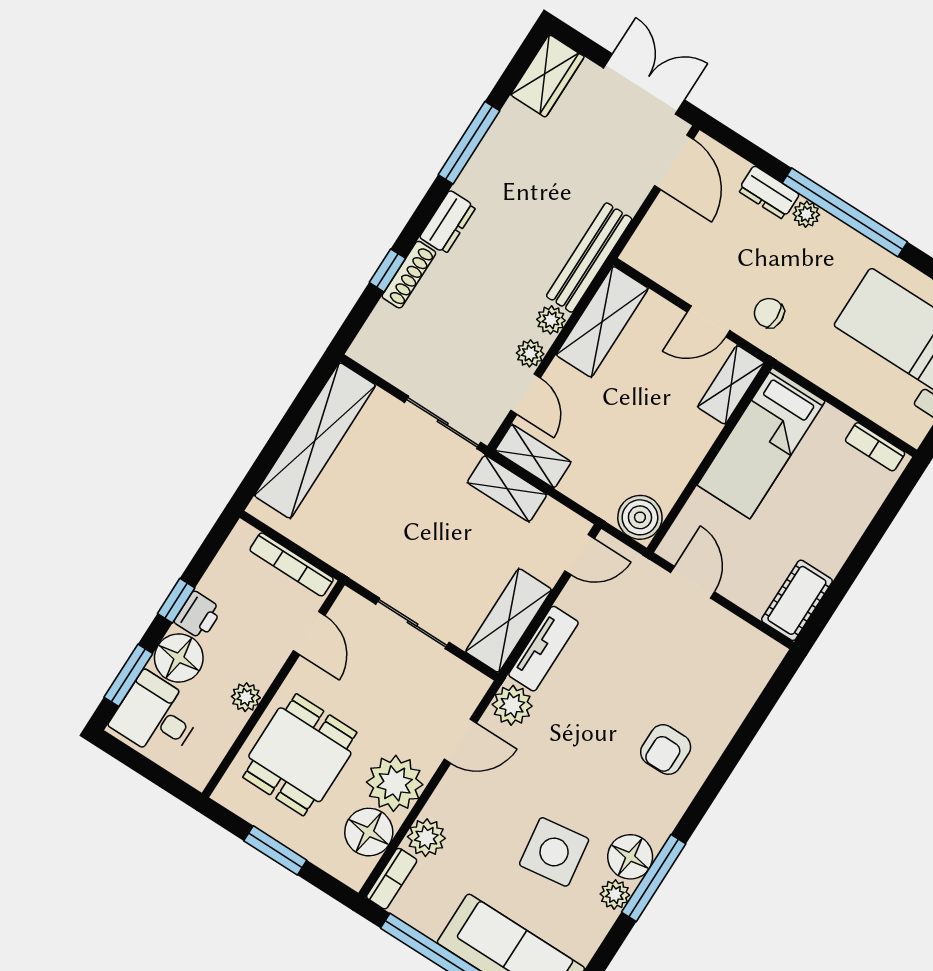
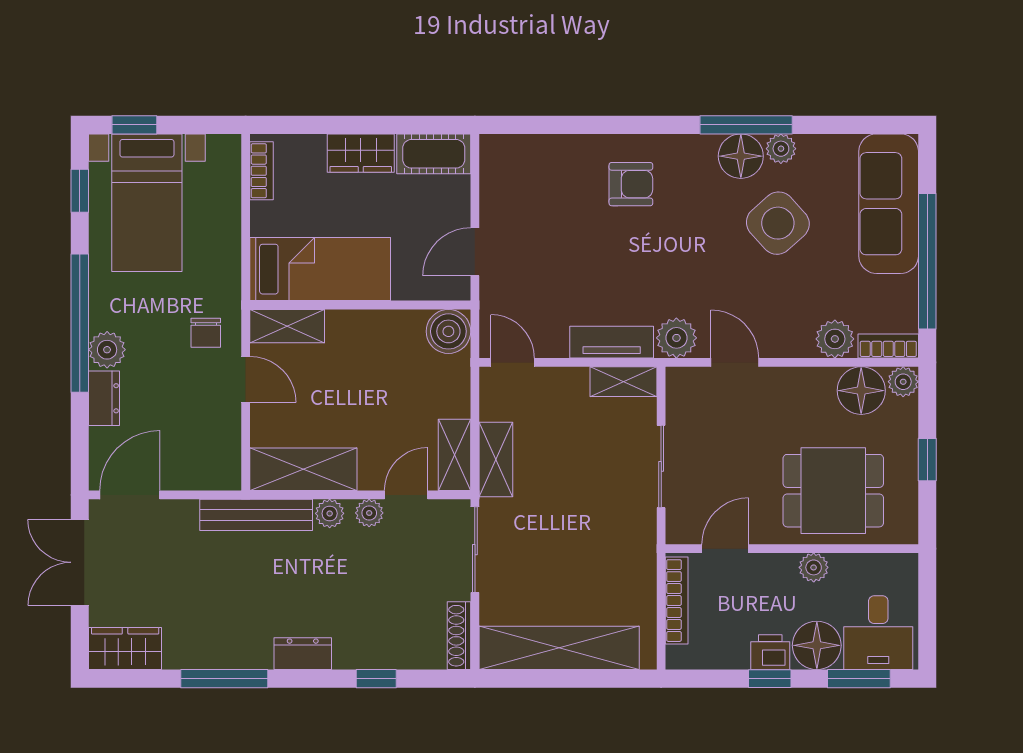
plant: (806, 214) -> (107, 350), width x1.38, depth x1.38
shoe rack: (409, 275) -> (459, 636), moved, turned -90
wardrobe: (837, 539) -> (361, 153), added
shelving: (509, 621) -> (623, 382), width x0.67, depth x0.75
plant: (395, 783) -> (903, 382), moved, width x0.53, depth x0.53
window: (275, 850) -> (927, 460), width x0.67
side table: (554, 852) -> (778, 223), turned -34

